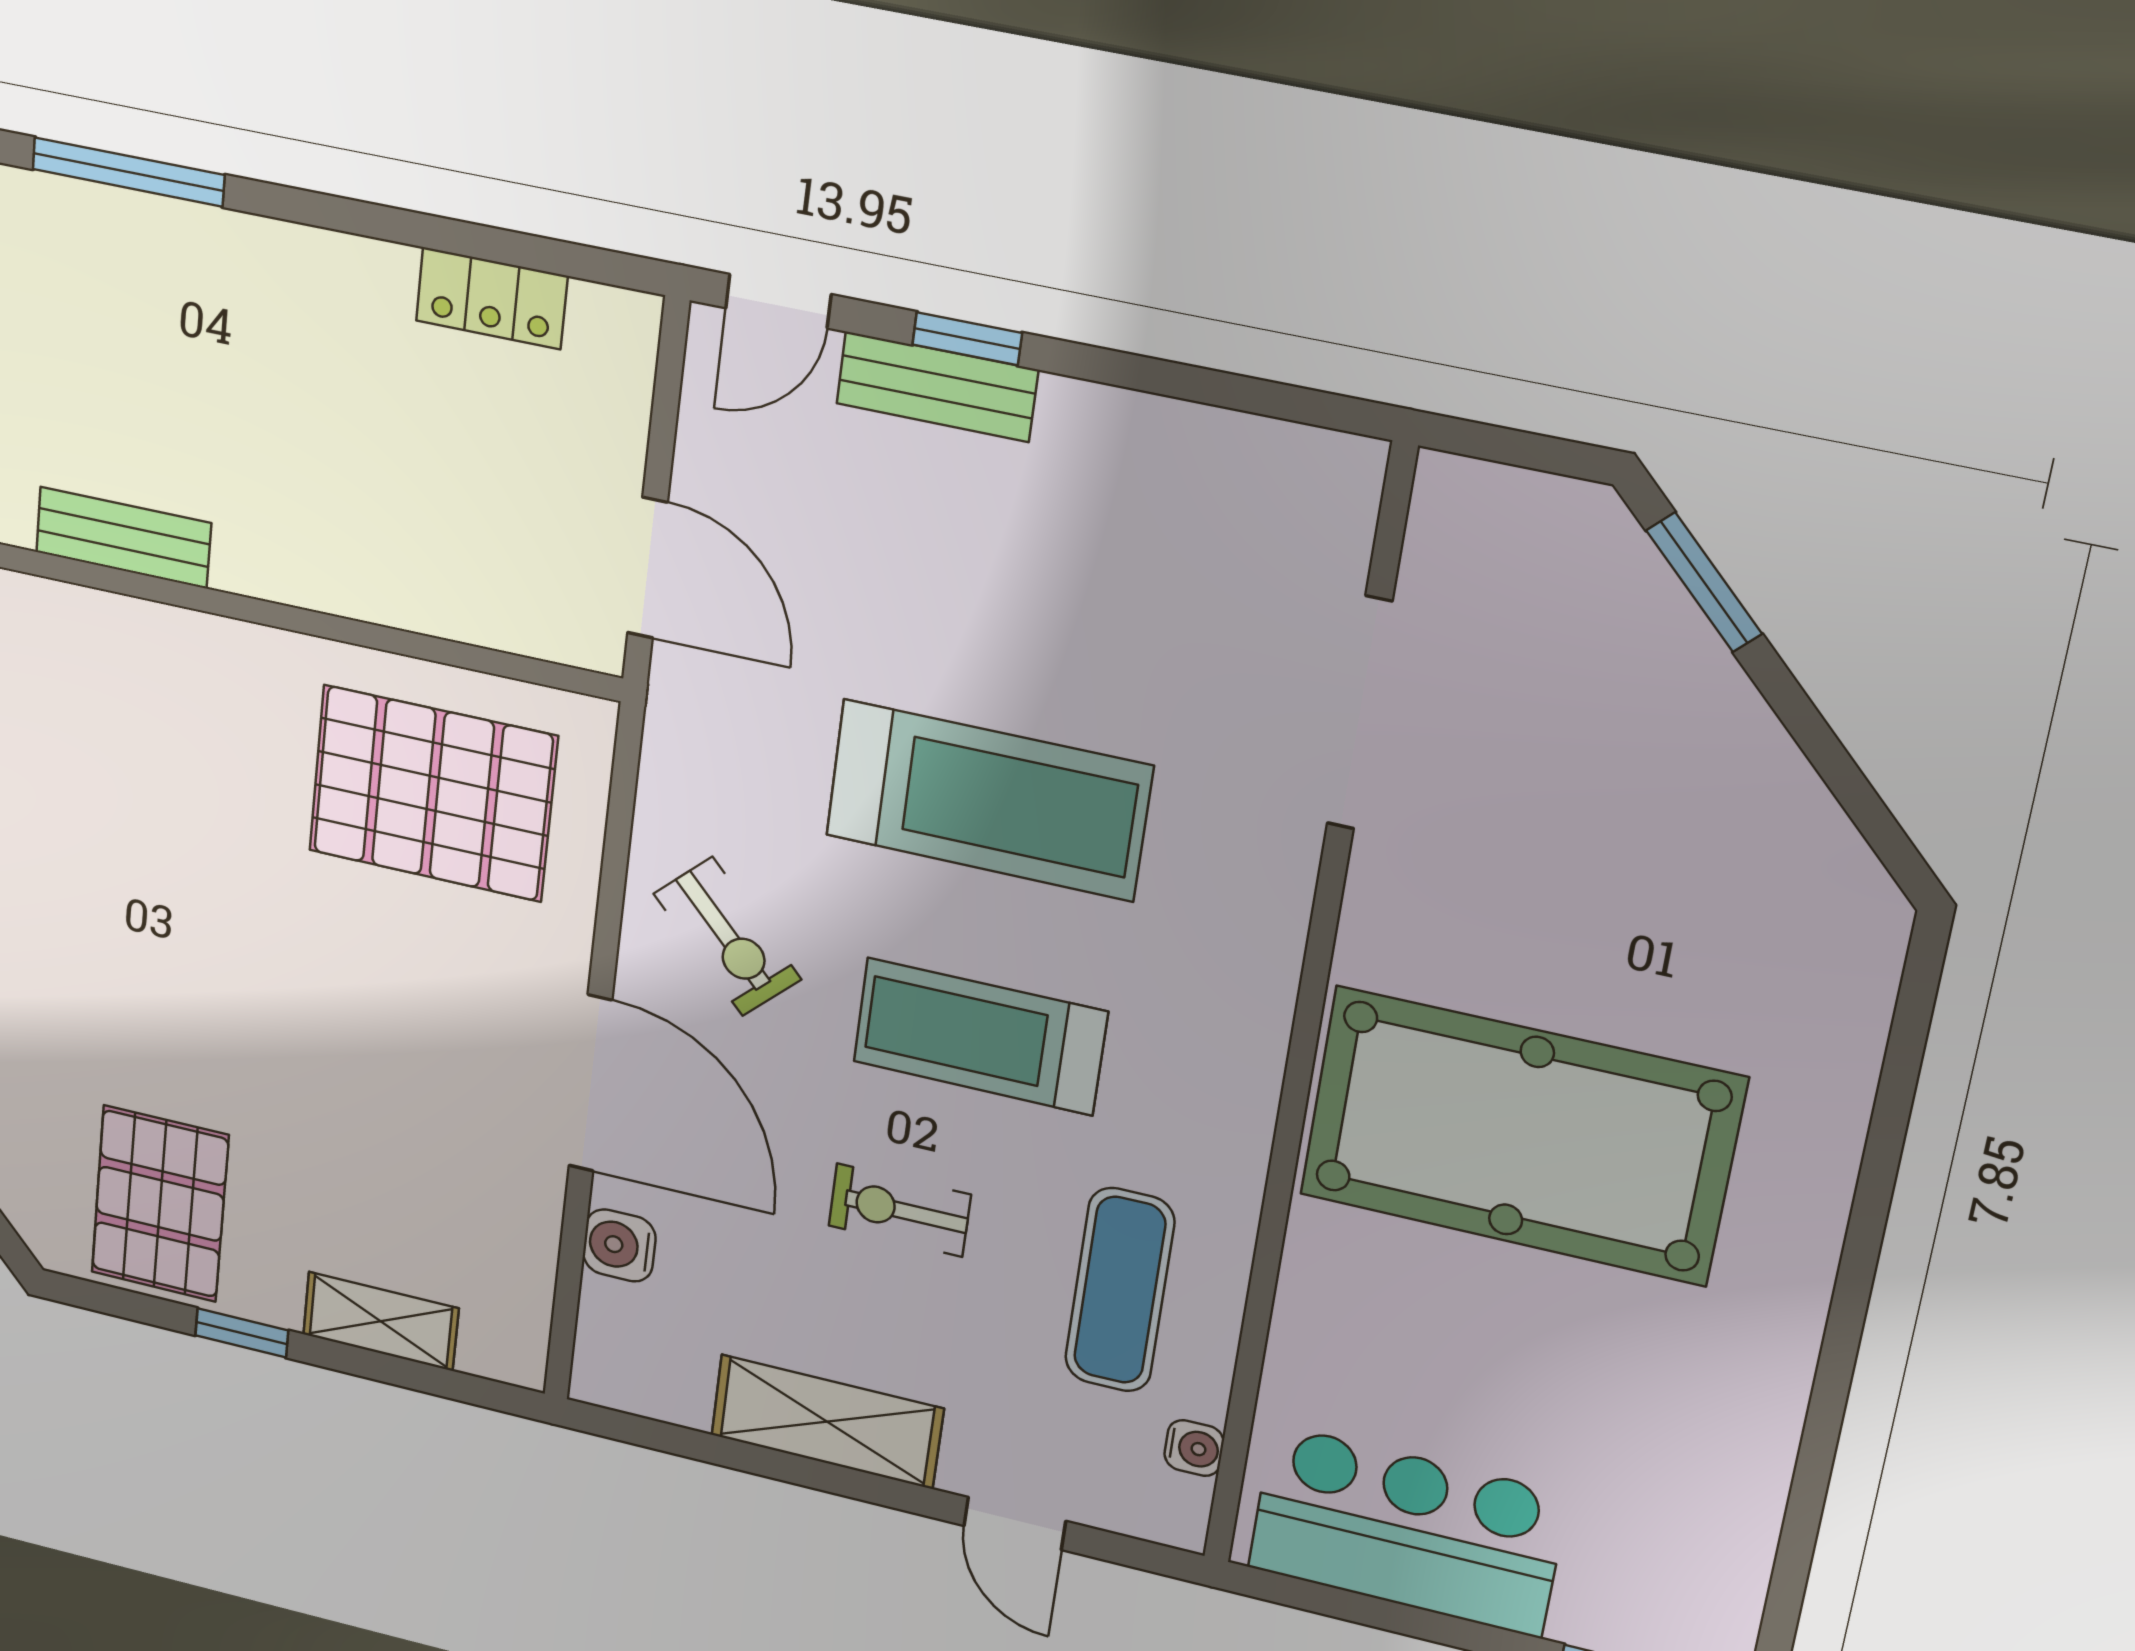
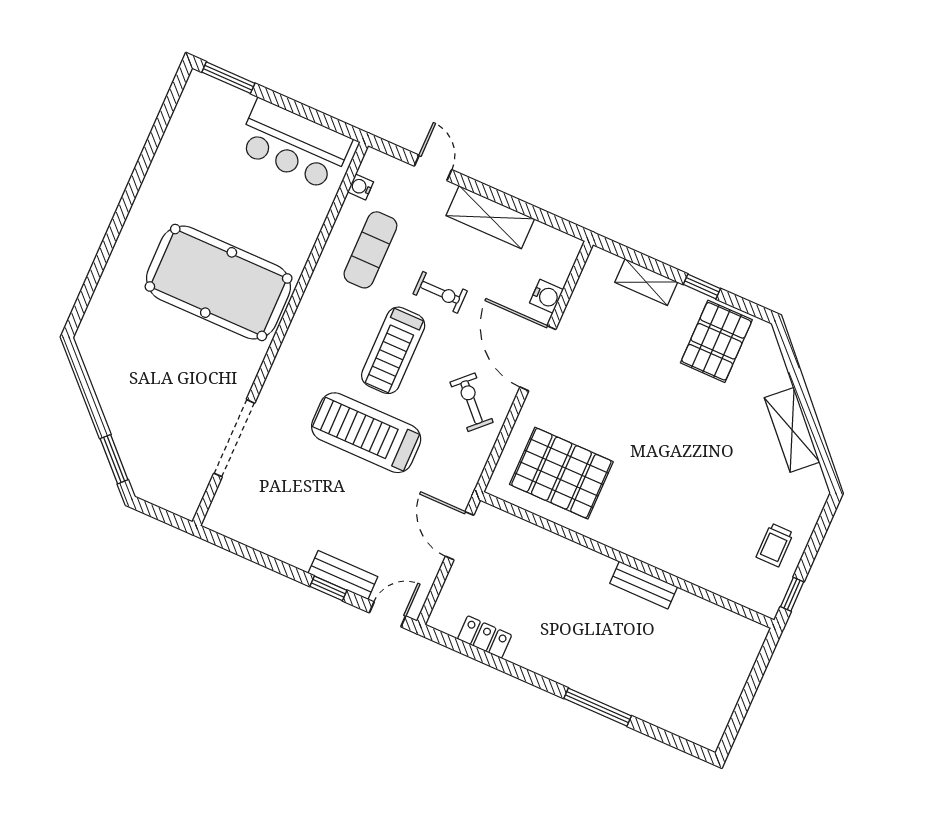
treadmill: (980, 1037) -> (393, 350), turned 90

